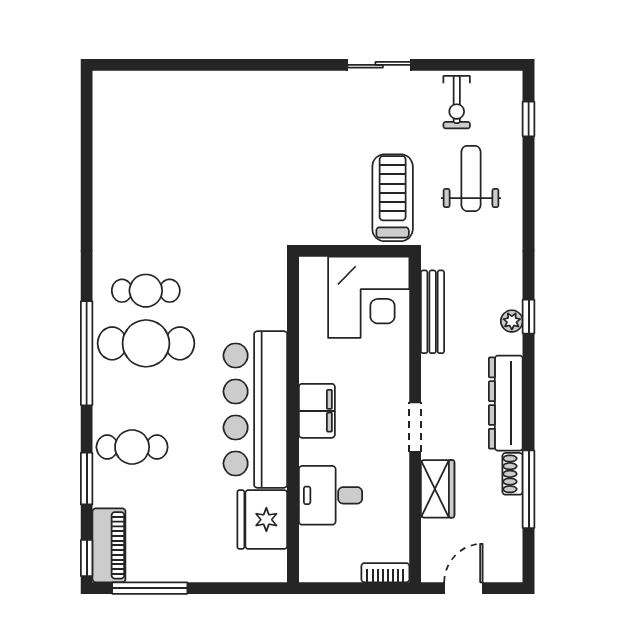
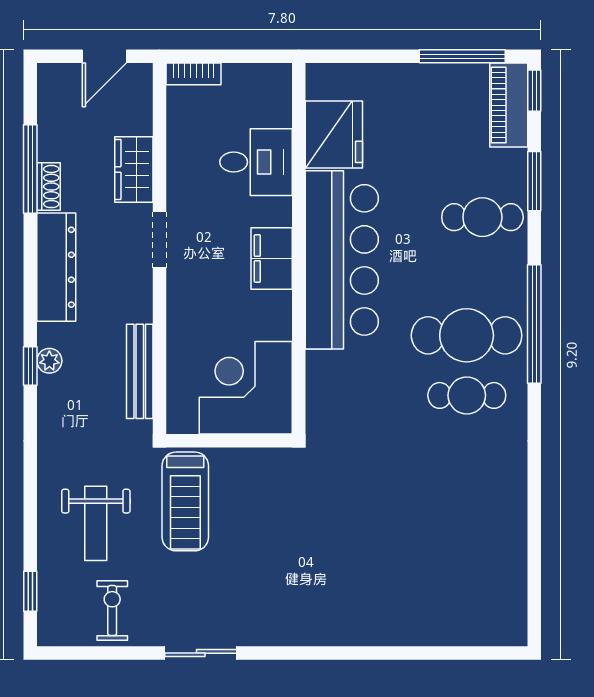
corner desk: (369, 297) -> (246, 388), moved

